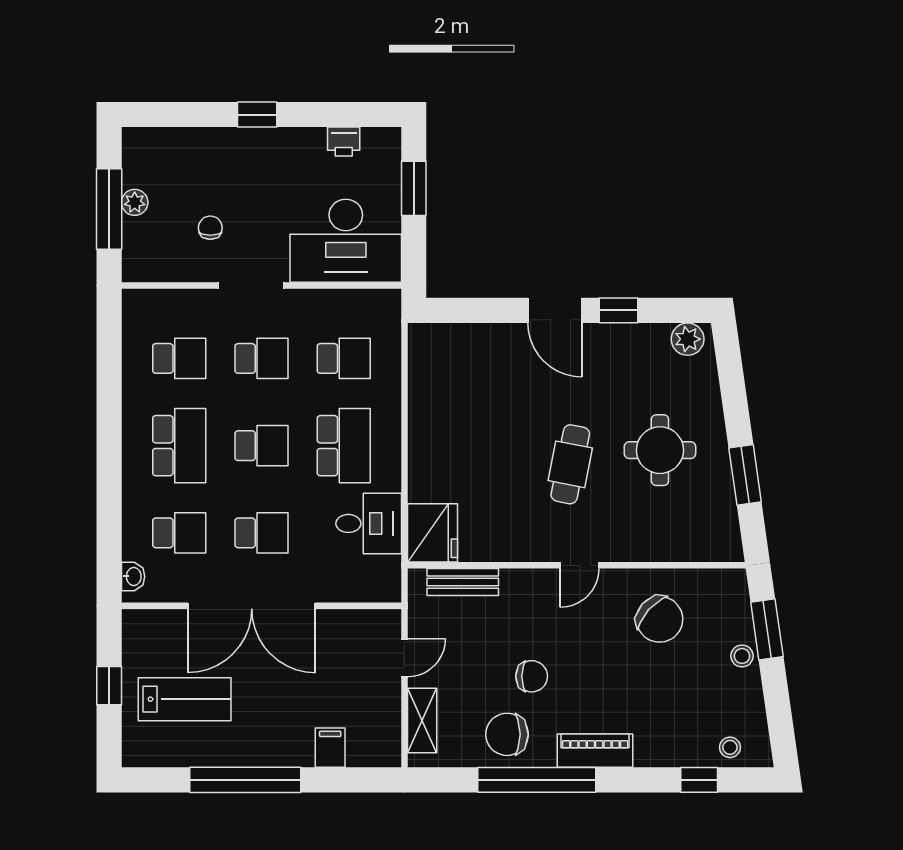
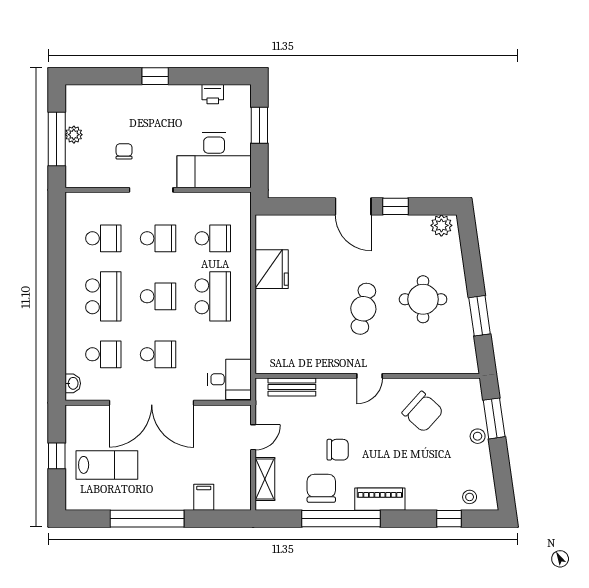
desk: (369, 523) -> (229, 379), moved
fridge: (432, 533) -> (272, 269), moved
chair: (507, 734) -> (321, 488), turned 90

